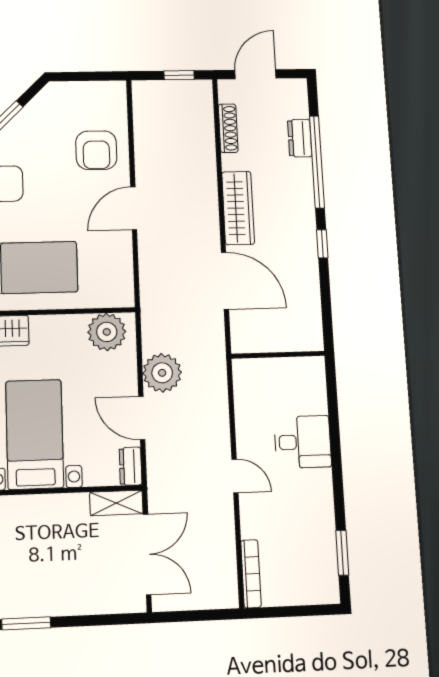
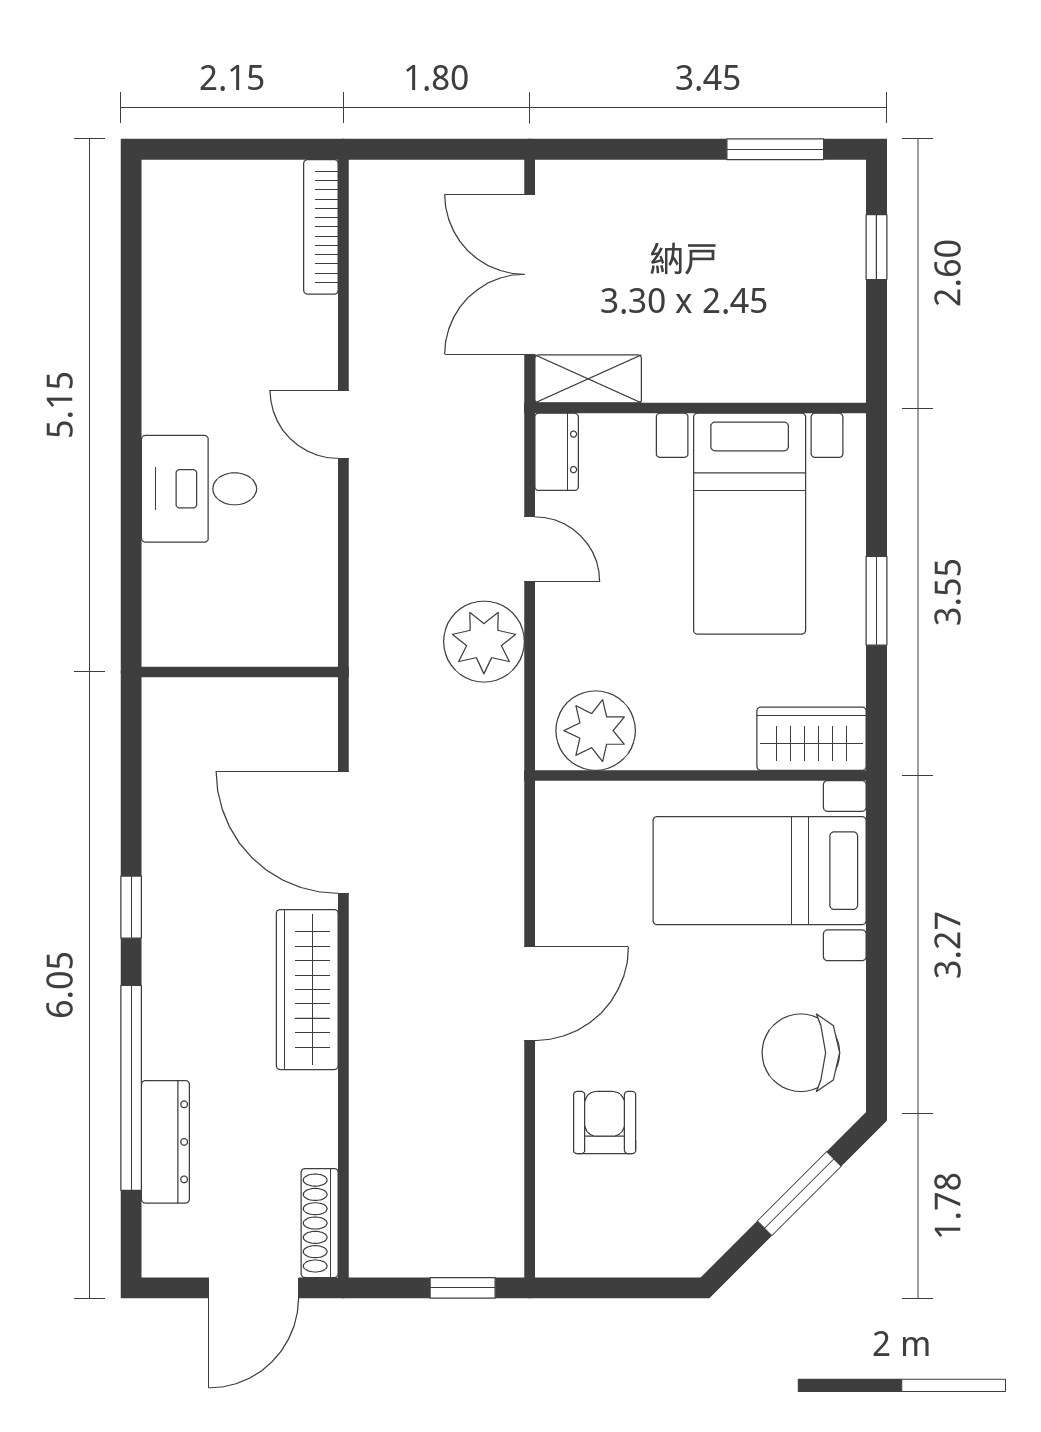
window: (179, 75) -> (463, 1288), moved
shoe rack: (228, 128) -> (320, 1223), moved
dresser: (300, 138) -> (165, 1142), width x1.44
armchair: (96, 150) -> (605, 1123), width x0.72, depth x0.72
door: (142, 418) -> (530, 549), width x0.73
window: (342, 553) -> (131, 261), removed

